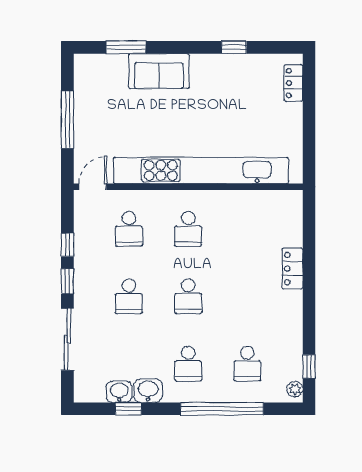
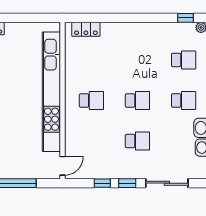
door: (93, 187) -> (63, 166), swing flipped
school desk: (129, 229) -> (91, 141), removed
locker: (292, 269) -> (86, 29), moved

